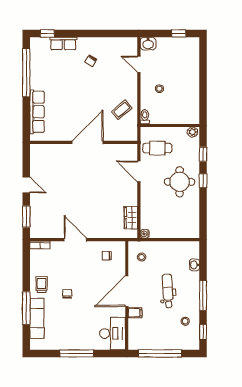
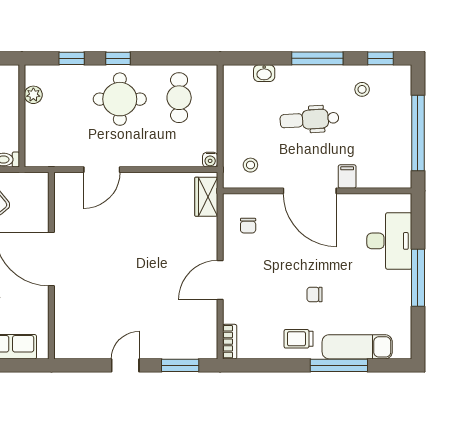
plant: (192, 132) -> (33, 95), moved
cafe table: (157, 148) -> (179, 98), moved
wardrobe: (131, 218) -> (206, 197), moved, turned 90
desk: (112, 333) -> (389, 241), moved, turned 90

